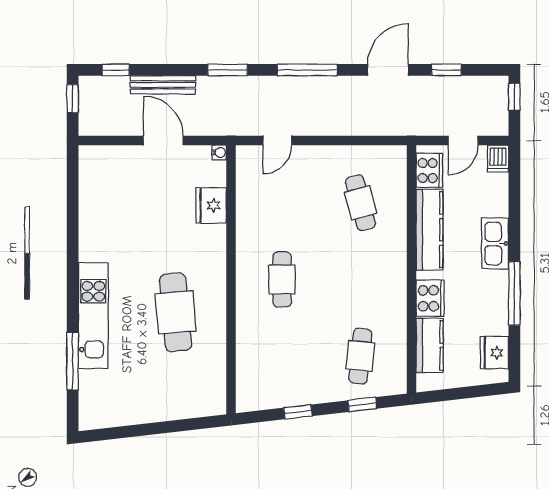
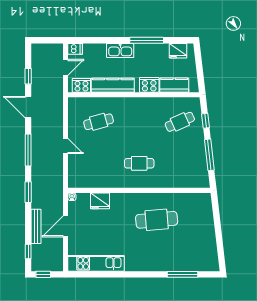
window: (514, 97) -> (42, 40), removed
door: (277, 140) -> (66, 146), moved
door: (463, 140) -> (66, 67), hinge flipped
kitchen unit: (93, 316) -> (96, 263), moved
cafe table: (360, 356) -> (180, 122), turned -30
window: (298, 412) -> (209, 155), width x2.17

